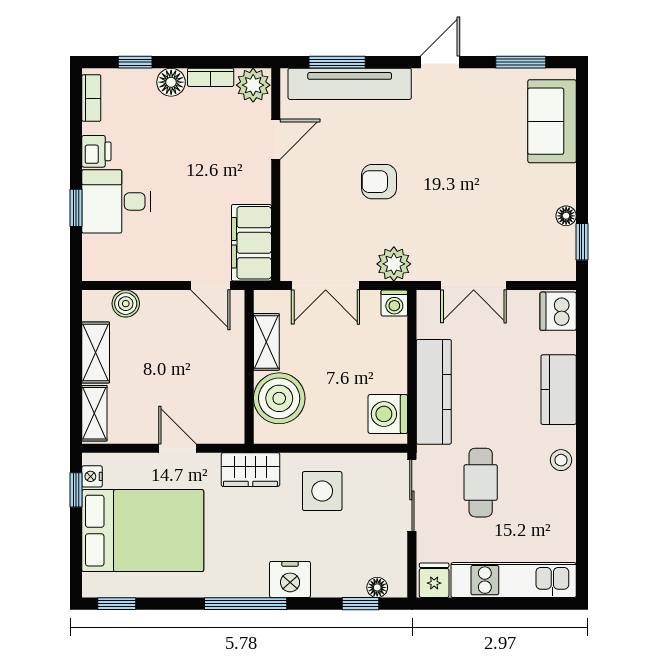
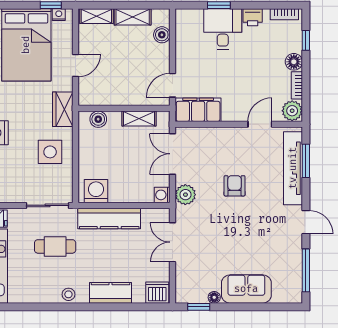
window: (521, 62) -> (306, 270), width x1.44
sofa: (552, 121) -> (246, 289), moved
door: (276, 139) -> (260, 124), swing flipped
boiler: (279, 398) -> (98, 119), width x0.54, depth x0.54

